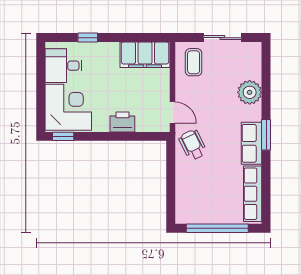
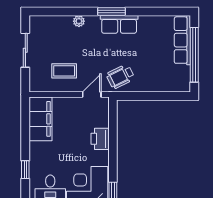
coffee table: (194, 62) -> (64, 71), moved
plant: (250, 92) -> (79, 21), width x0.53, depth x0.53
row of seats: (253, 194) -> (182, 40), moved, turned 90

